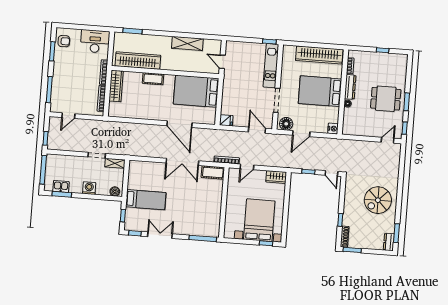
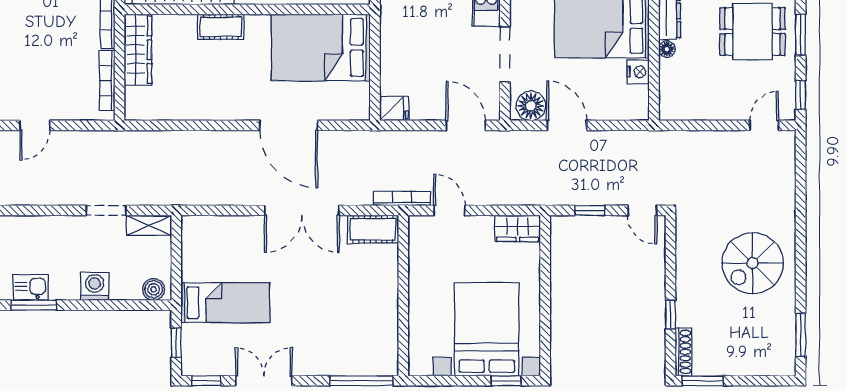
nightstand: (333, 129) -> (638, 72), moved
door: (301, 134) -> (567, 125), swing flipped
door: (247, 167) -> (449, 210), swing flipped
dresser: (389, 242) -> (785, 356), removed

